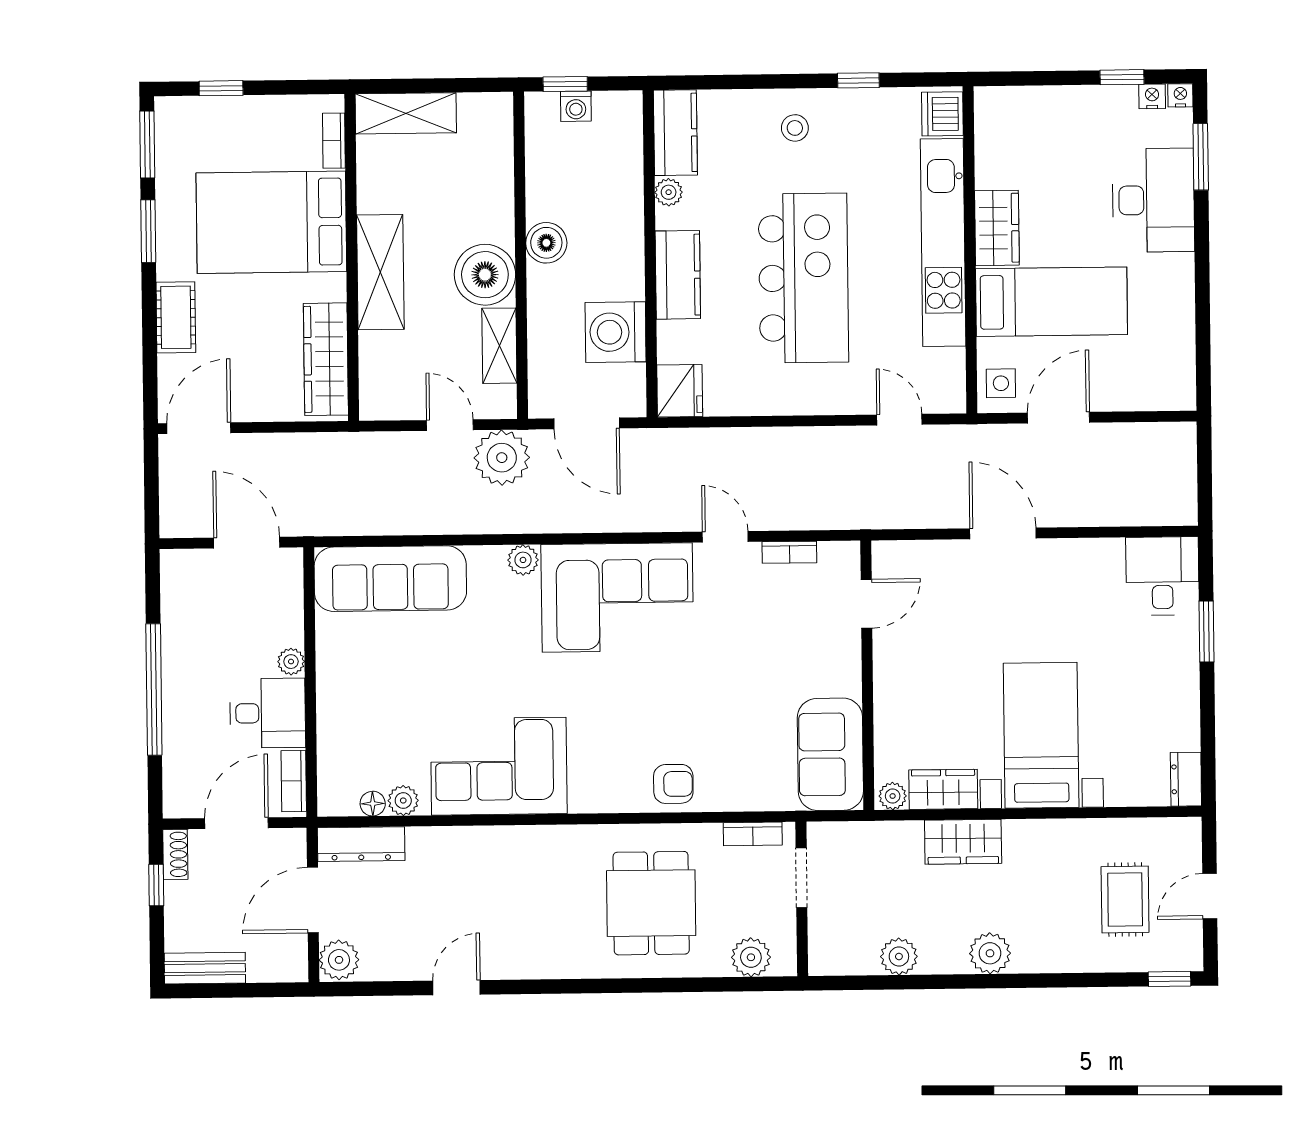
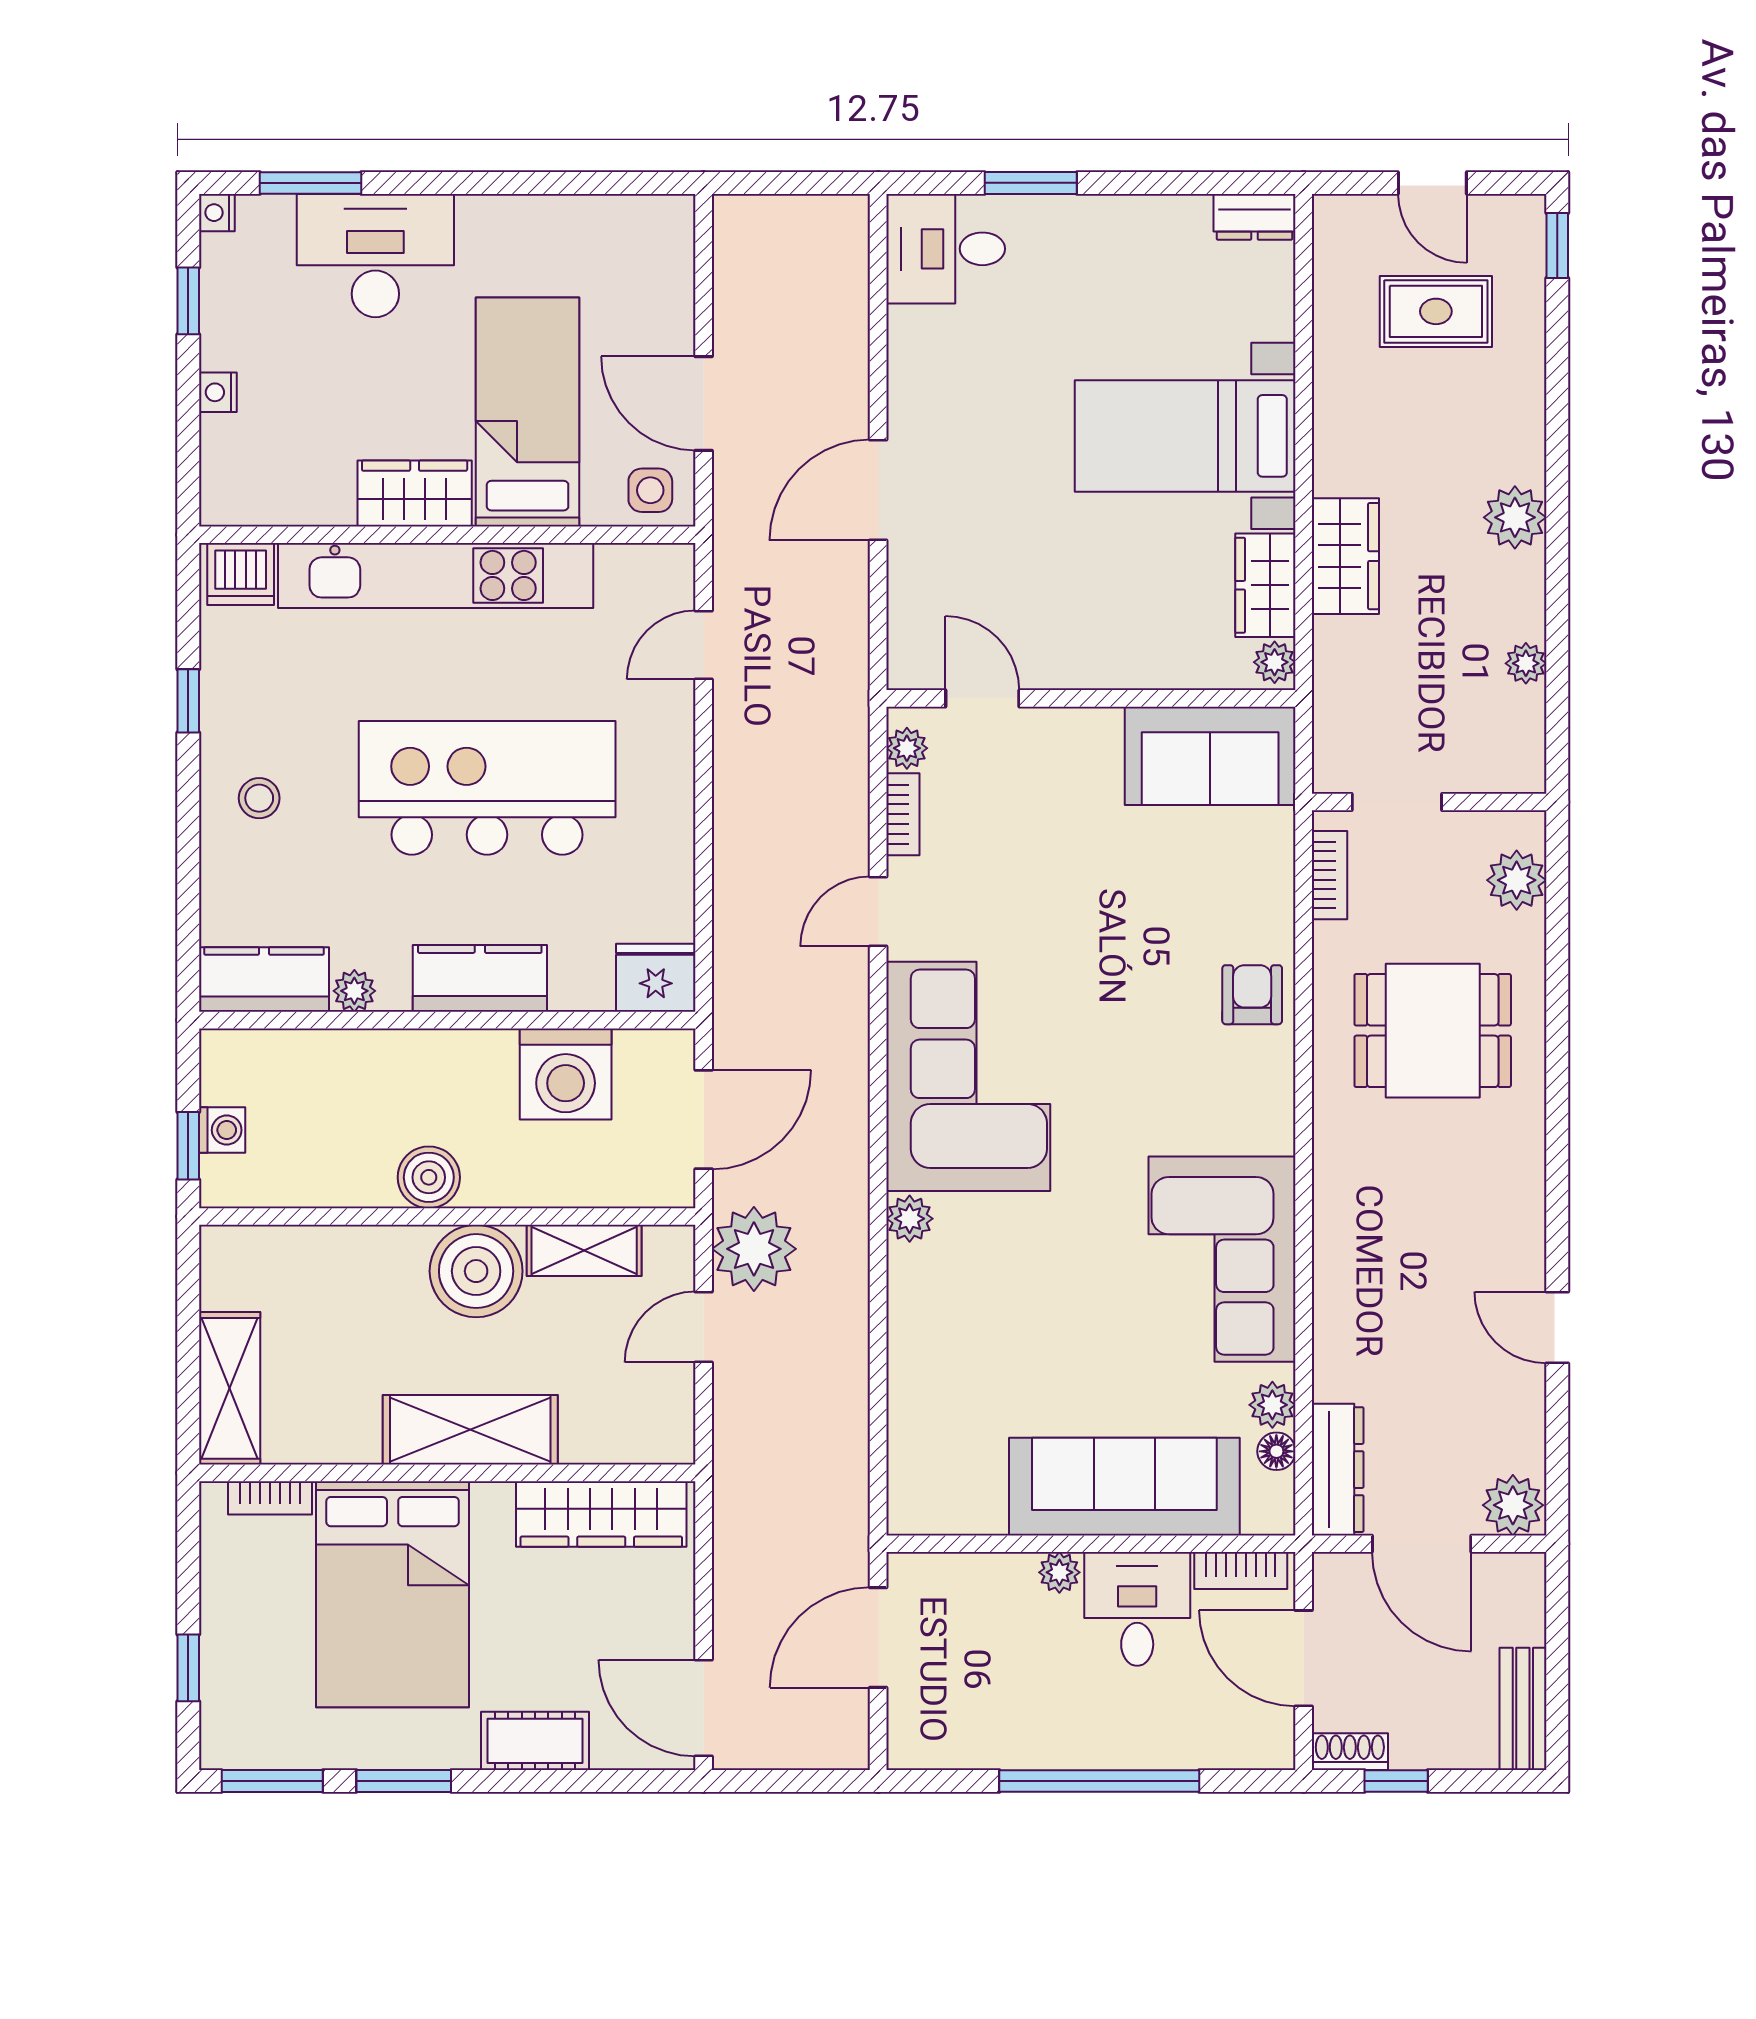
nightstand: (1152, 96) -> (218, 392), moved
plant: (833, 554) -> (907, 748), added
sofa: (390, 579) -> (1124, 1487), moved, turned -90
plant: (899, 956) -> (1526, 663), width x0.73, depth x0.73

